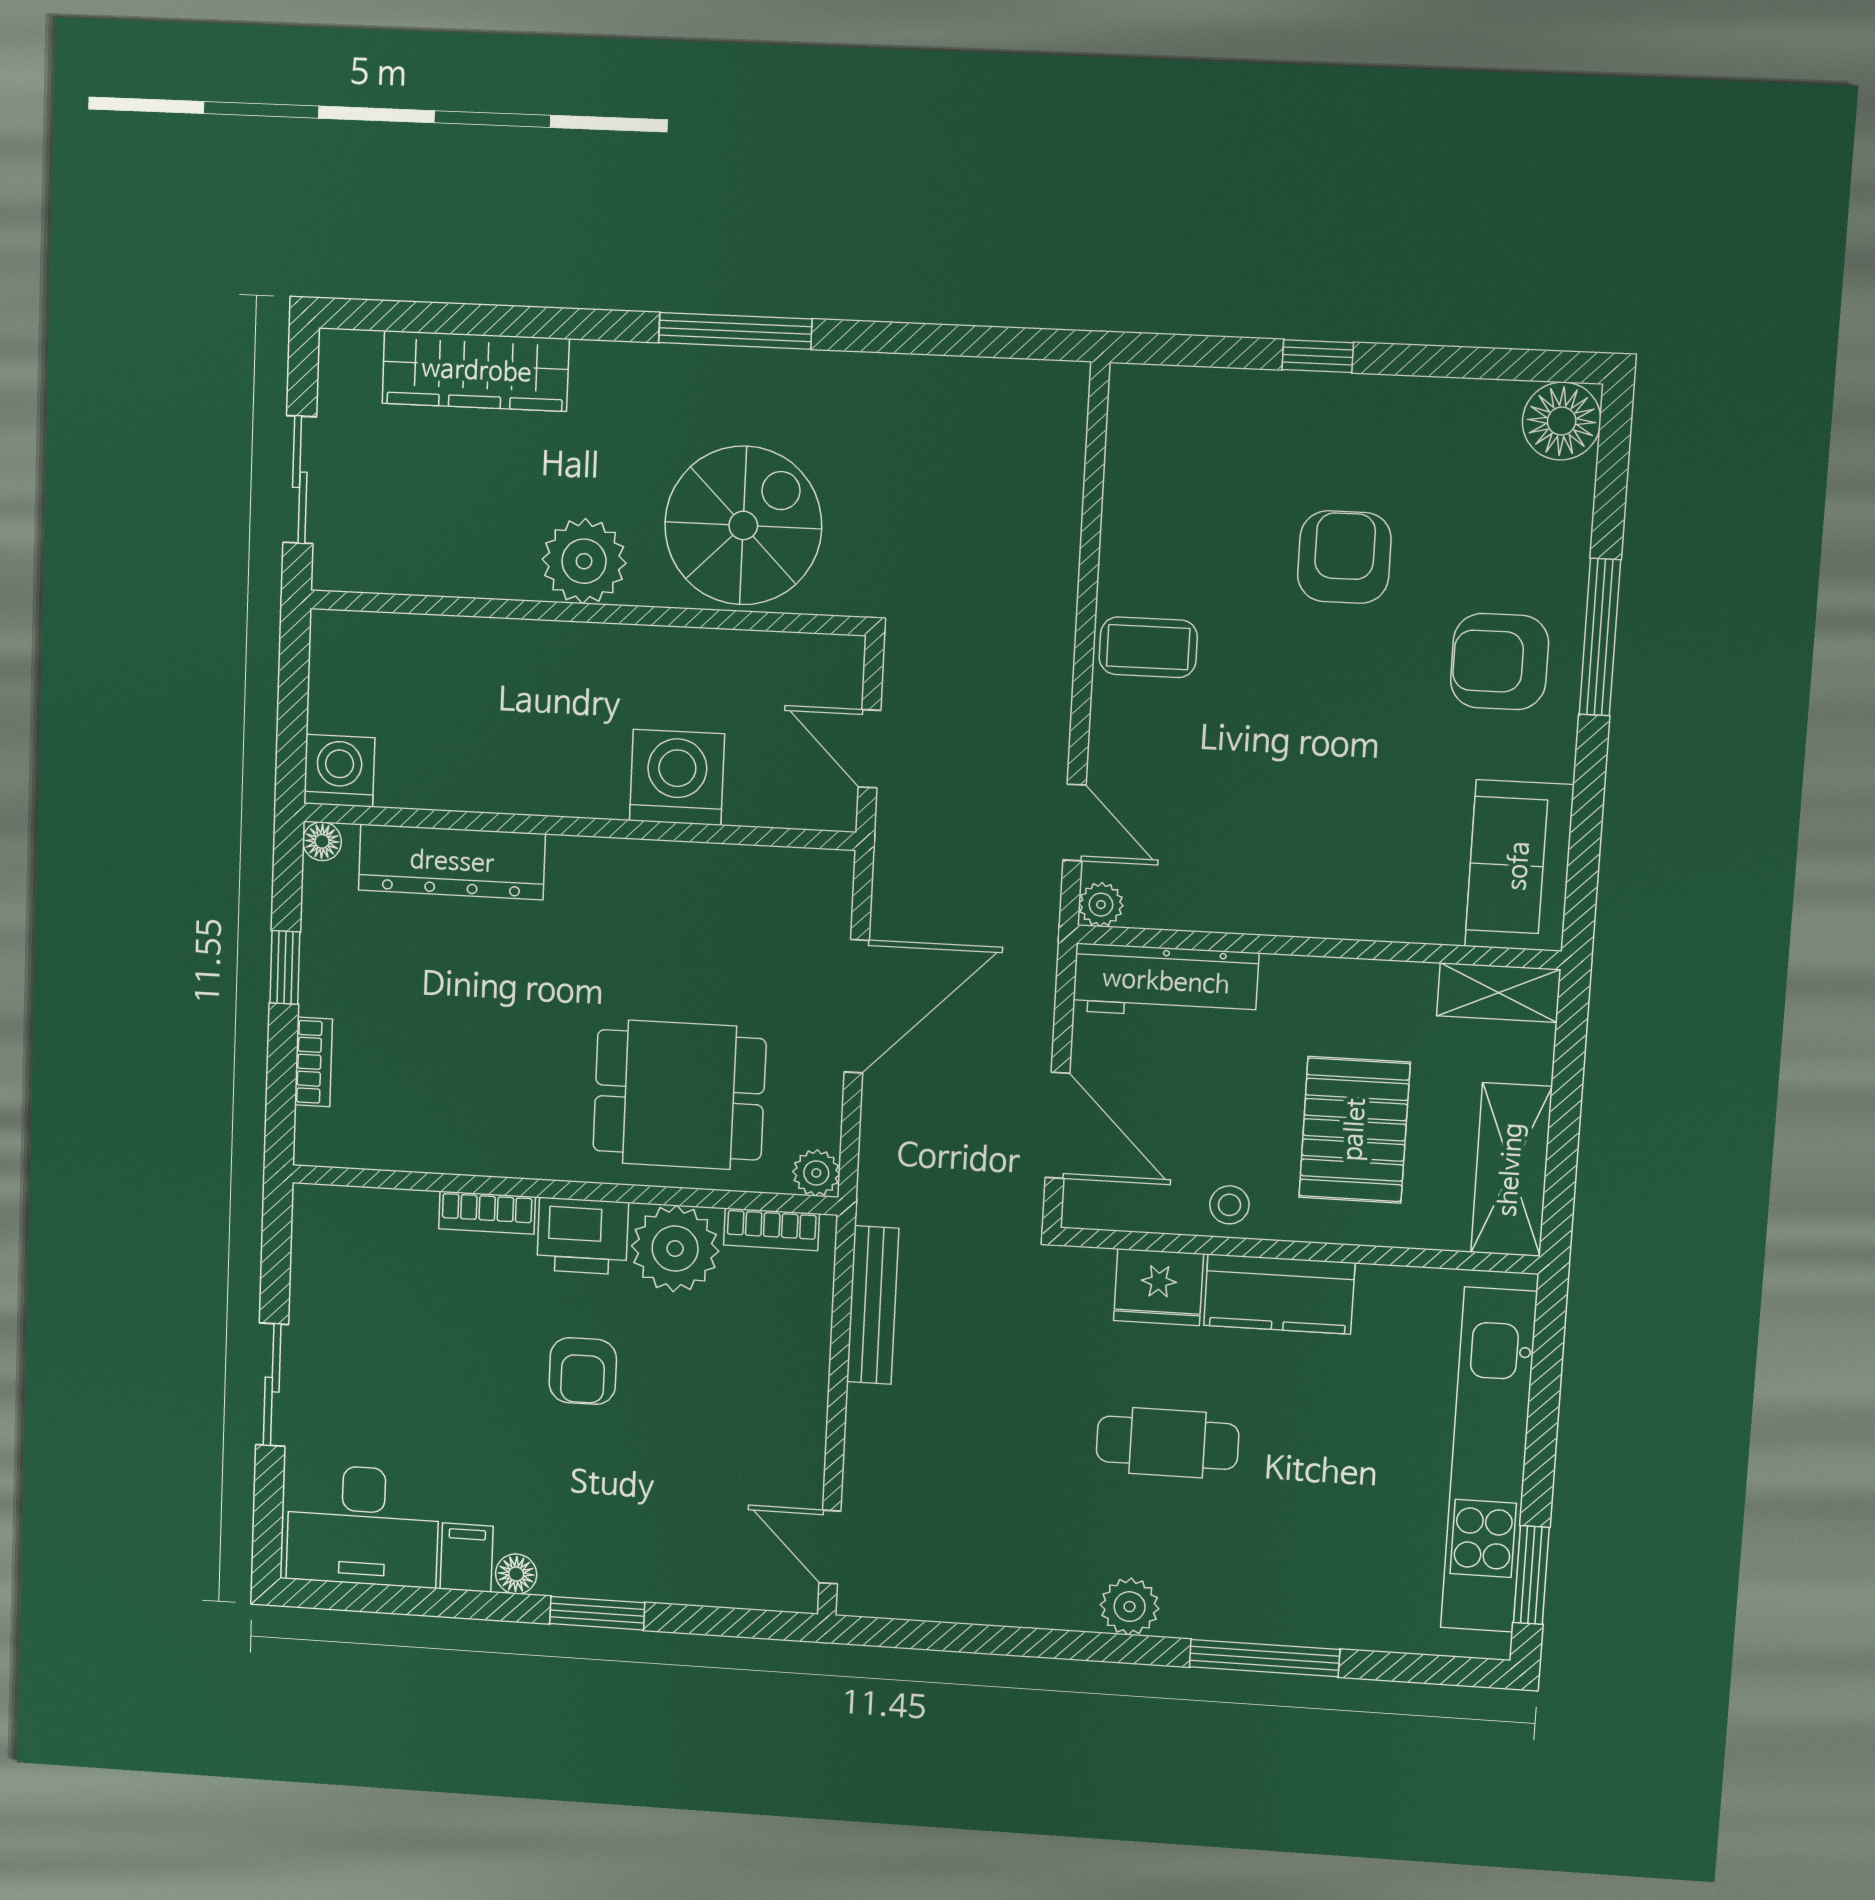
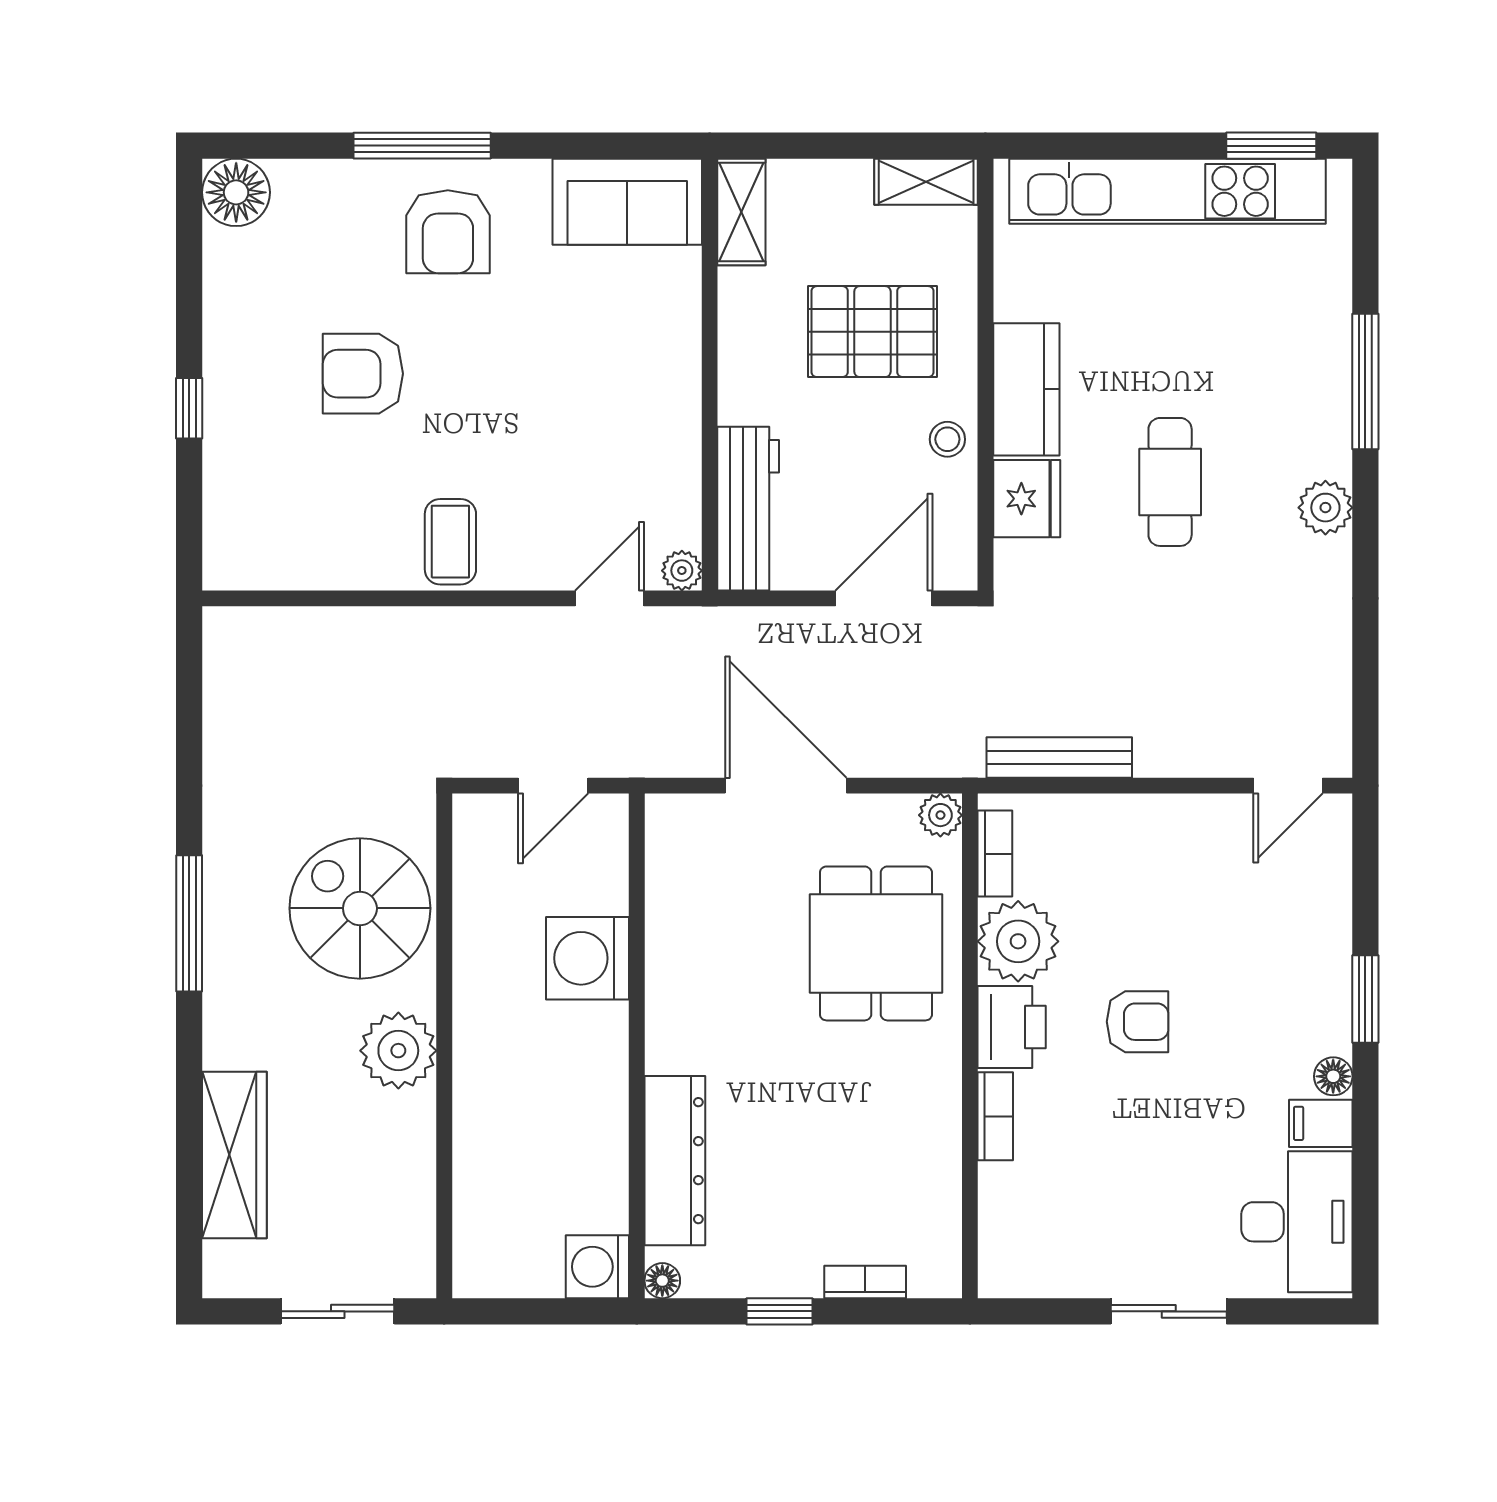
shelving: (1511, 1170) -> (926, 182), width x0.67, depth x0.75

